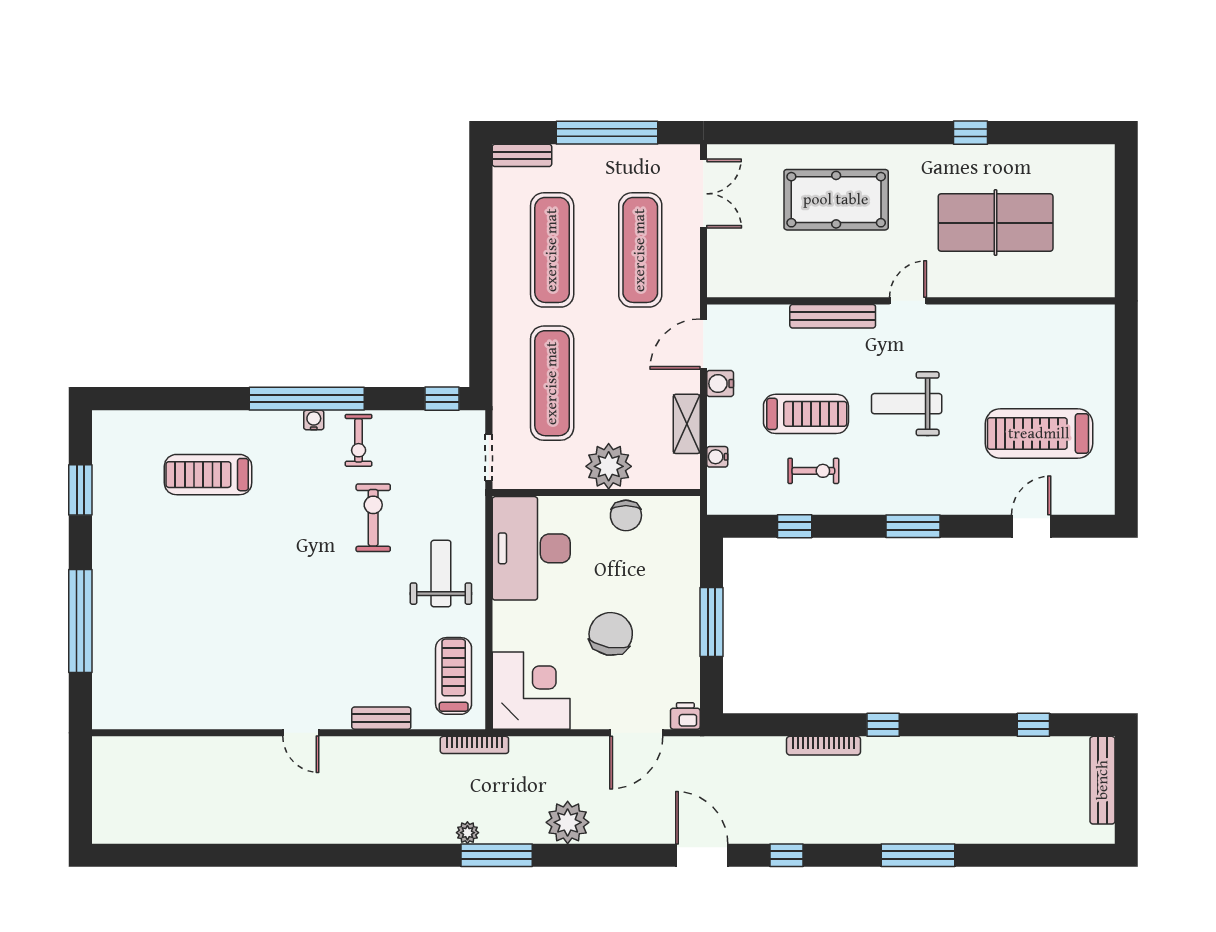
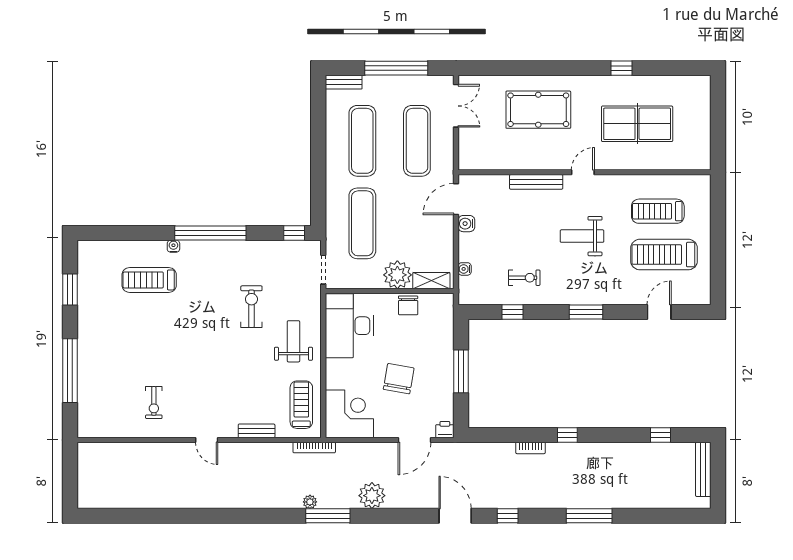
treadmill: (806, 414) -> (658, 211), moved, turned 180
water cooler: (314, 420) -> (173, 246), moved
shelving: (687, 424) -> (431, 281), moved, turned 90
exercise bike: (359, 440) -> (154, 403), moved
bookcase: (824, 746) -> (530, 448), width x0.64

